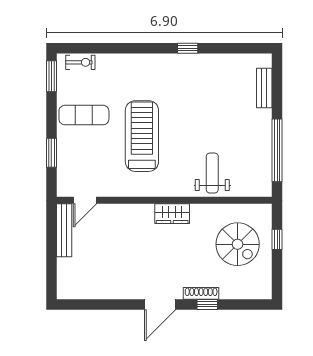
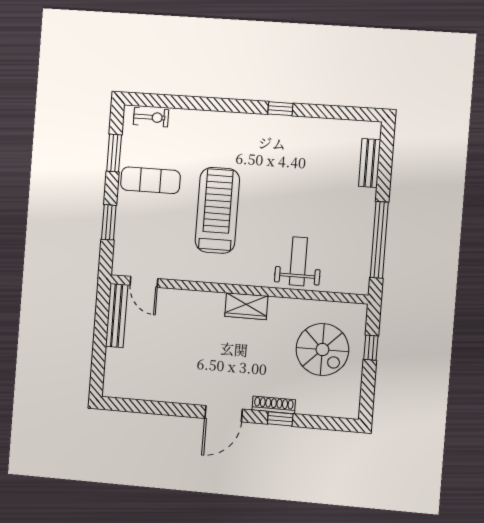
window: (51, 76) -> (114, 153), moved
door: (85, 200) -> (144, 282), hinge flipped

